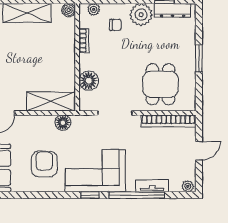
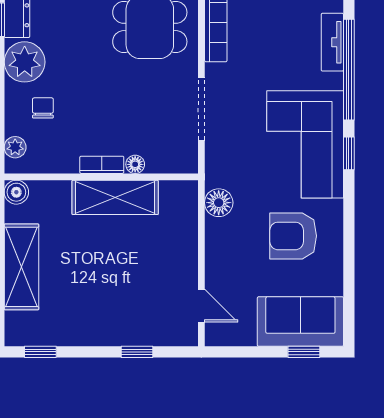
bookcase: (84, 41) -> (102, 165), moved
floor lamp: (89, 81) -> (135, 164), width x0.53, depth x0.53
shelving: (50, 102) -> (115, 197), moved, turned 90

